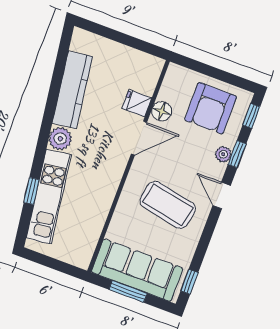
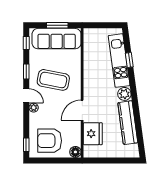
fridge: (137, 103) -> (93, 134), width x1.88, depth x1.34
armchair: (211, 108) -> (50, 141), turned -90
floor lamp: (162, 111) -> (75, 152), moved
plant: (223, 154) -> (34, 108), moved
window: (237, 154) -> (26, 72), moved

